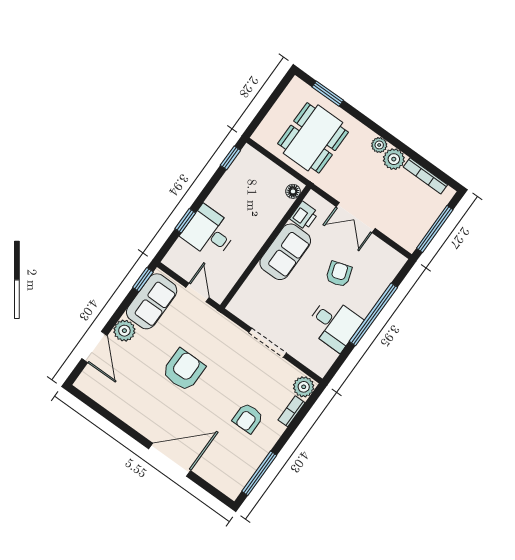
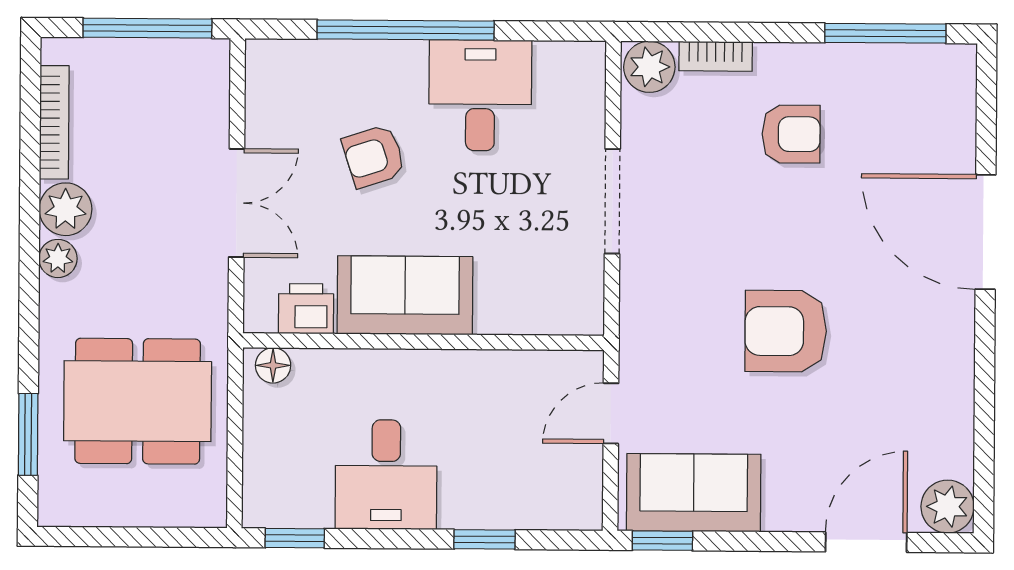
desk: (209, 232) -> (386, 475), moved
plant: (124, 331) -> (948, 507), moved

